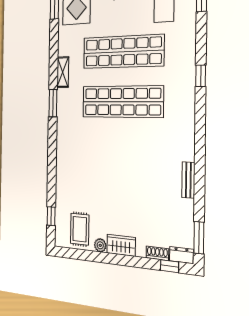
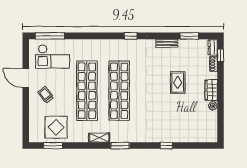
window: (201, 76) -> (131, 36), moved
window: (51, 216) -> (166, 146), moved
rug: (80, 229) -> (178, 83), moved, turned 90
window: (199, 238) -> (189, 36), moved

